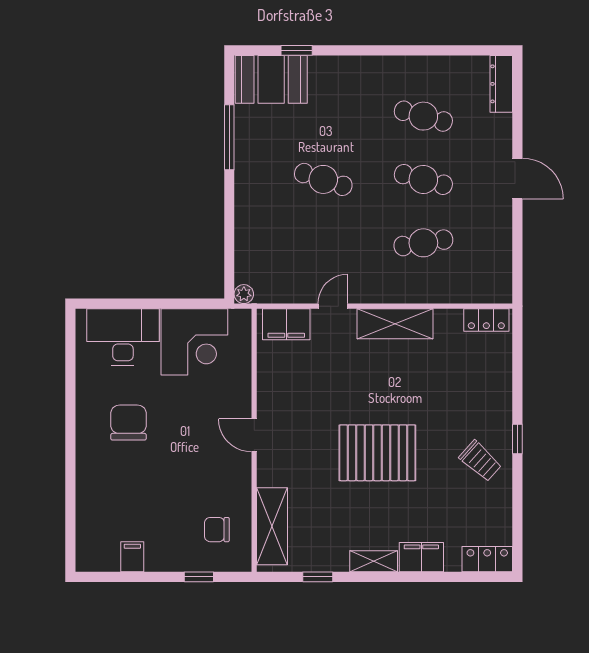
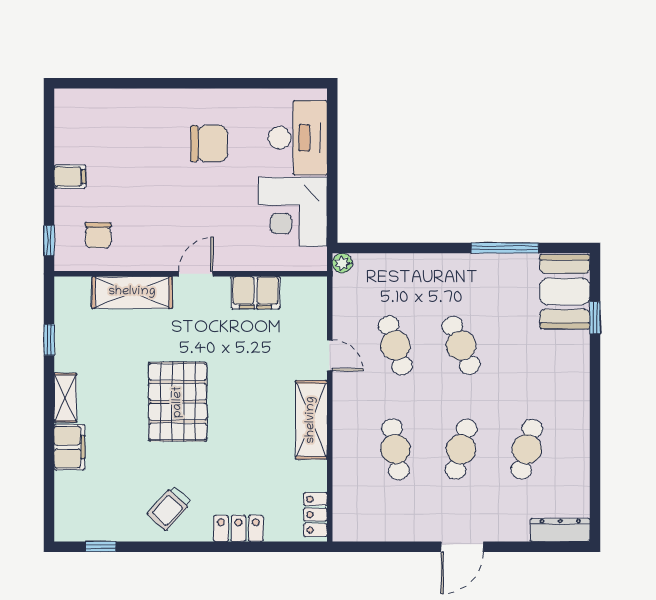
cafe table: (323, 179) -> (461, 345), turned -42
cafe table: (323, 243) -> (395, 345), added
filing cabinet: (286, 324) -> (256, 293), moved, turned -90
window: (517, 439) -> (101, 547), moved
shelving: (272, 526) -> (132, 292), moved
chair: (217, 530) -> (98, 235), turned 180
filing cabinet: (132, 557) -> (70, 177), moved
locker: (487, 559) -> (238, 528), moved, turned -90
window: (199, 577) -> (49, 241), moved

